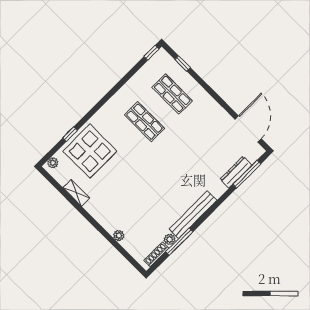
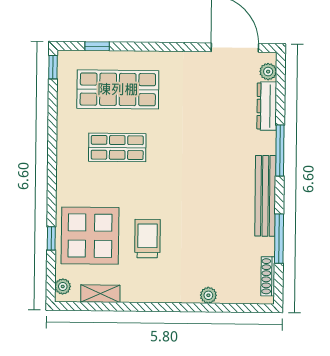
shop shelf: (172, 94) -> (118, 89), width x1.43, depth x1.36
window: (247, 174) -> (280, 151), moved
trolley: (116, 180) -> (147, 239), added
shelving: (76, 193) -> (100, 294), moved
plant: (170, 239) -> (268, 72), moved

